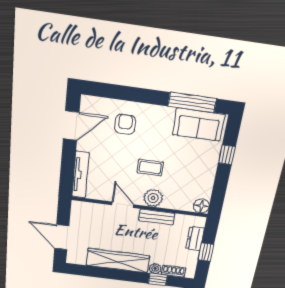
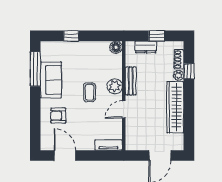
sofa: (199, 125) -> (51, 80), moved
tv unit: (80, 175) -> (109, 145), width x0.71

